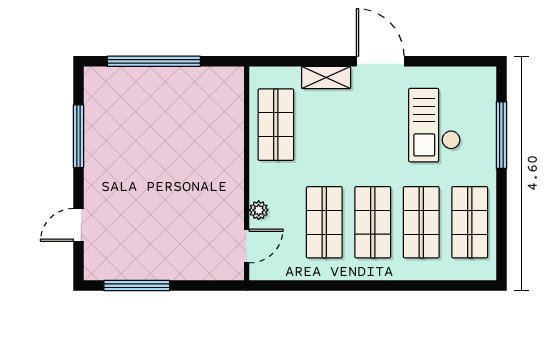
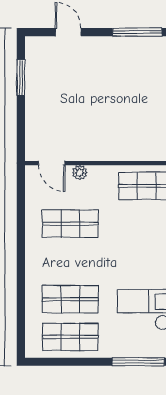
shop shelf: (373, 222) -> (70, 261), removed
window: (137, 286) -> (21, 78), width x0.69

